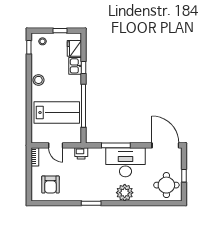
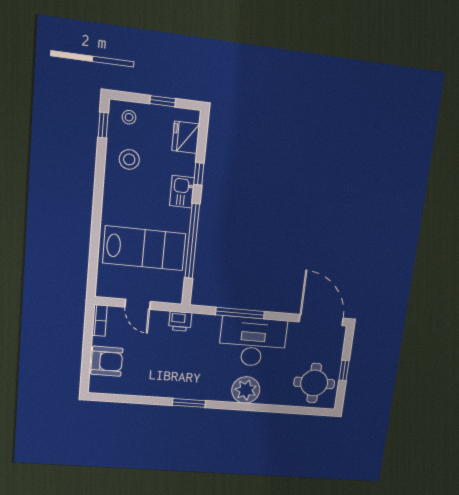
kitchen sink: (75, 66) -> (182, 192), moved
stool: (38, 80) -> (129, 159), moved
armchair: (50, 184) -> (107, 361), moved, turned -90

